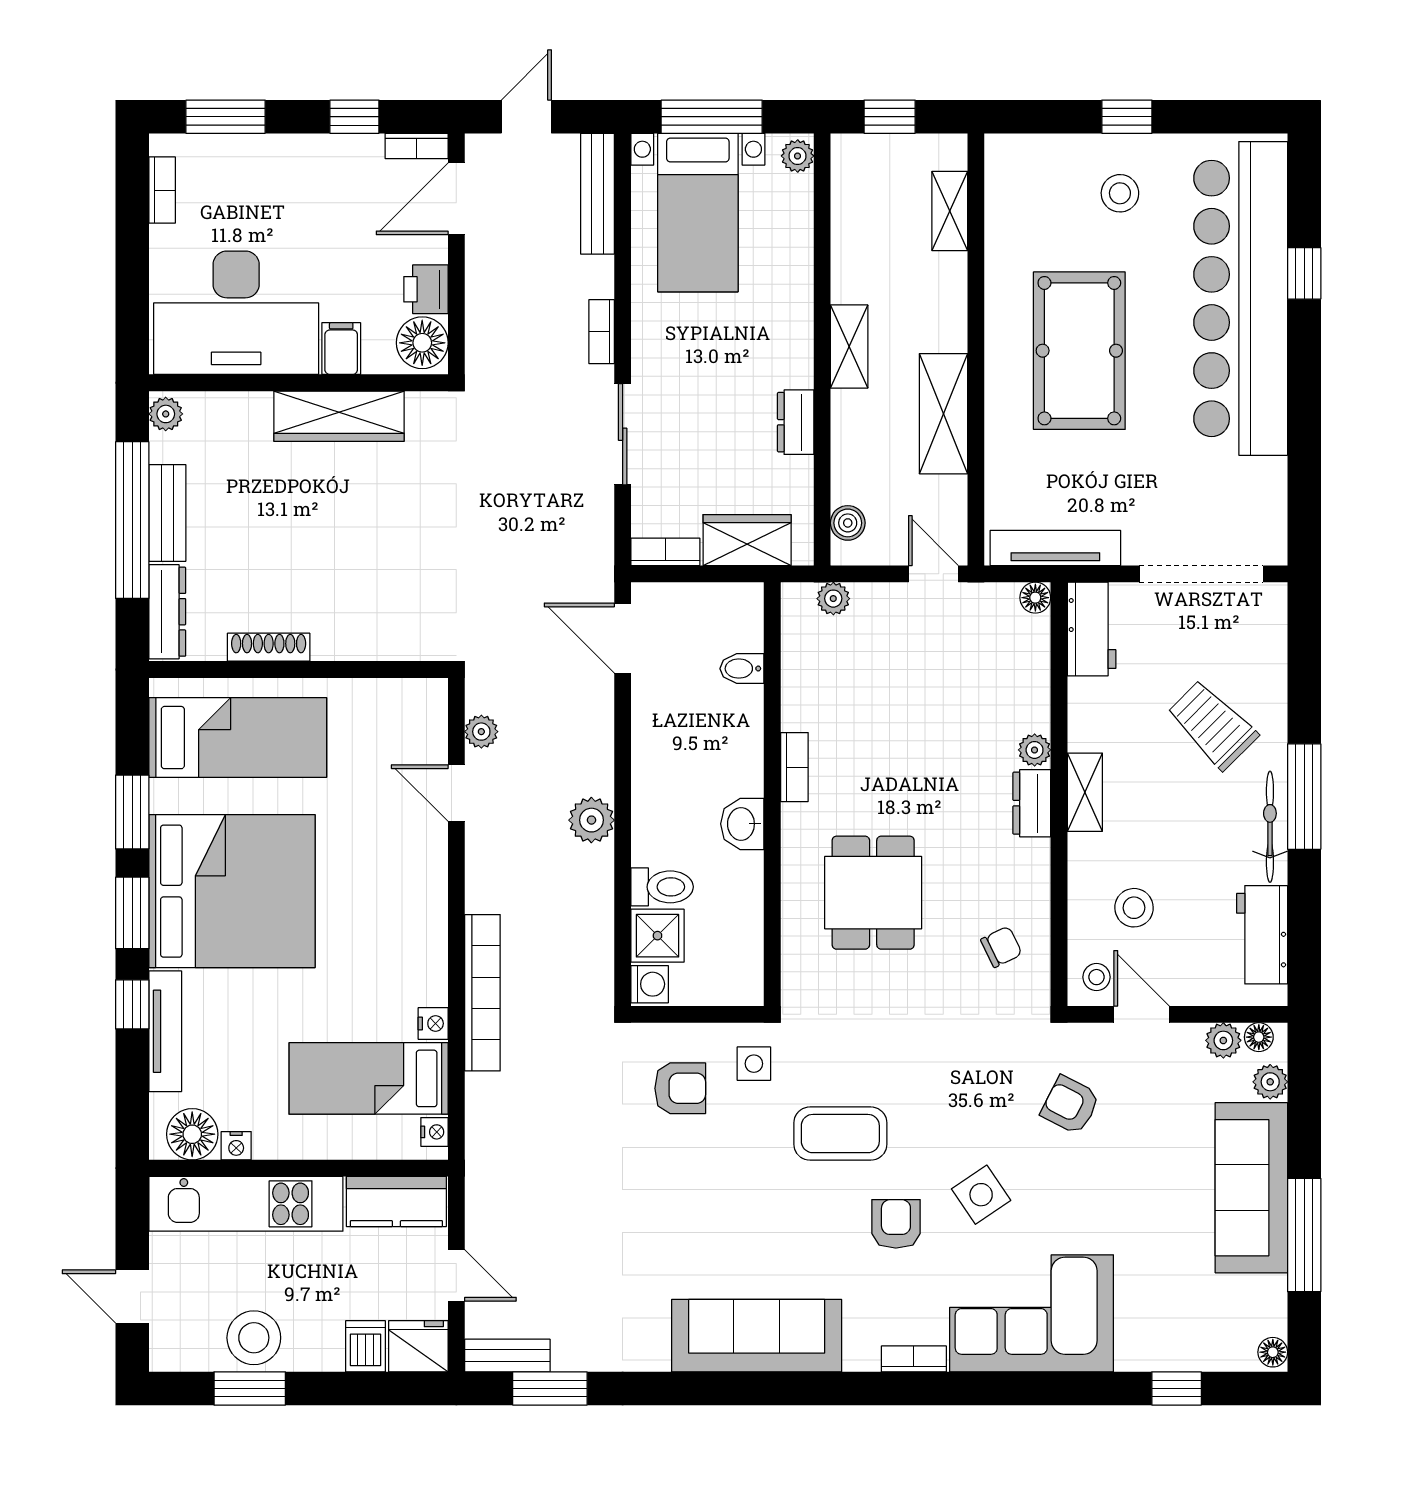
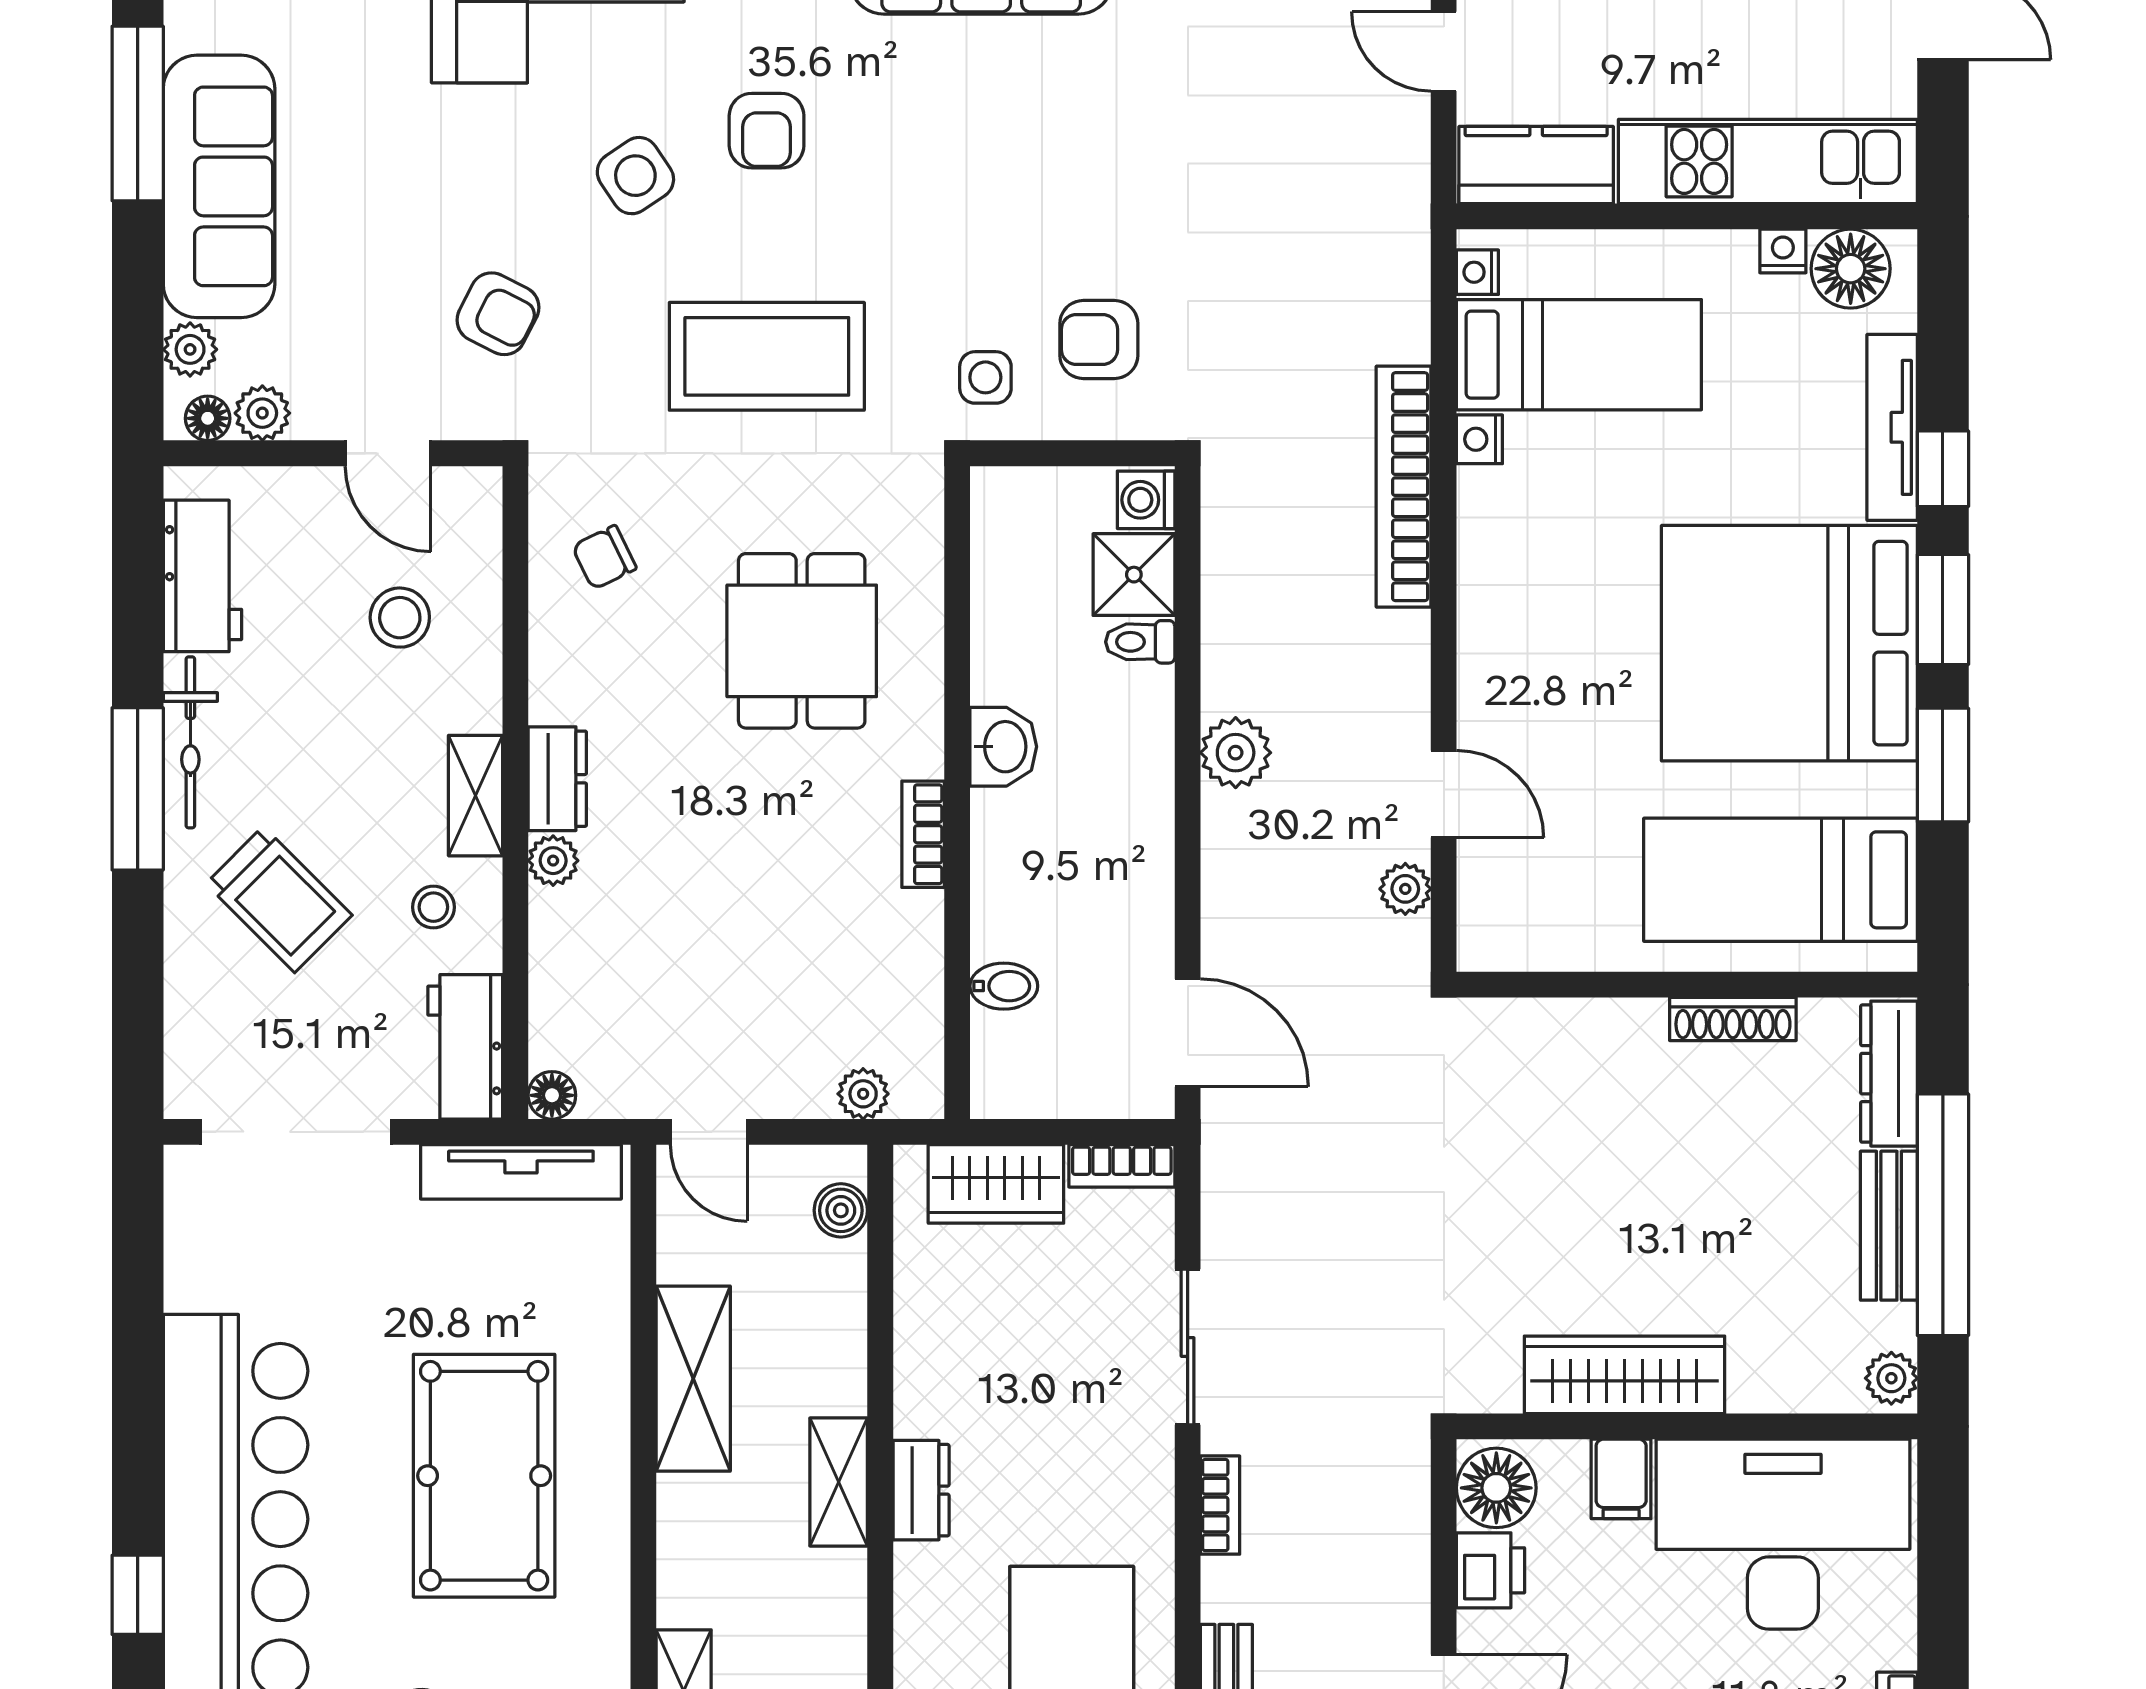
dresser: (796, 422) -> (921, 1490), moved
toilet: (662, 887) -> (1140, 642), width x0.73, depth x0.72
stool: (1096, 977) -> (433, 907), moved
coffee table: (840, 1134) -> (767, 356), moved, width x1.36, depth x1.32

